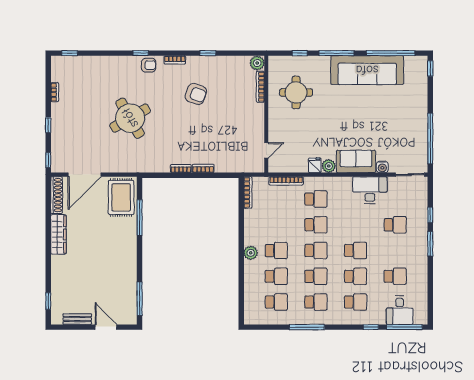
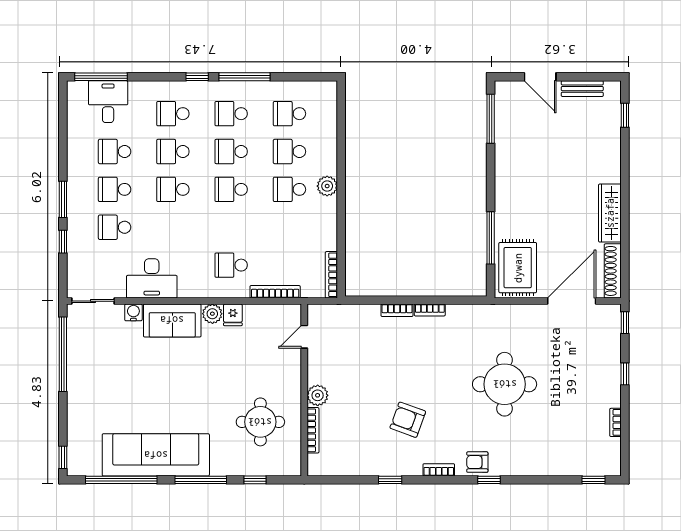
plant: (257, 63) -> (318, 395), moved
round table: (130, 118) -> (505, 384), turned 30
school desk: (316, 225) -> (115, 189), moved
window: (371, 327) -> (197, 77), moved

